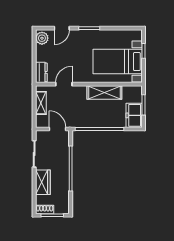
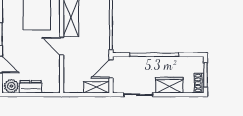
dresser: (41, 72) -> (31, 87), moved
door: (64, 84) -> (62, 46), moved
shelving: (41, 103) -> (96, 87), moved

